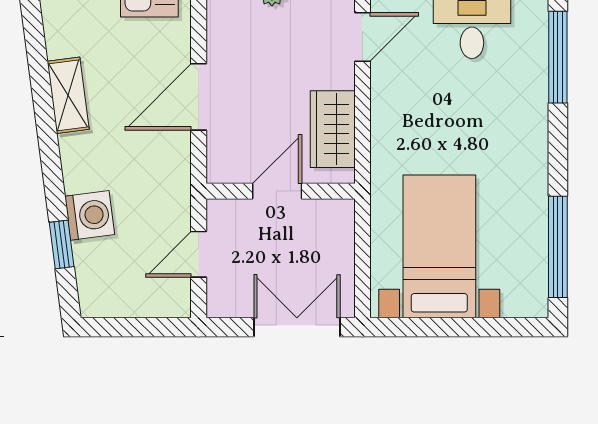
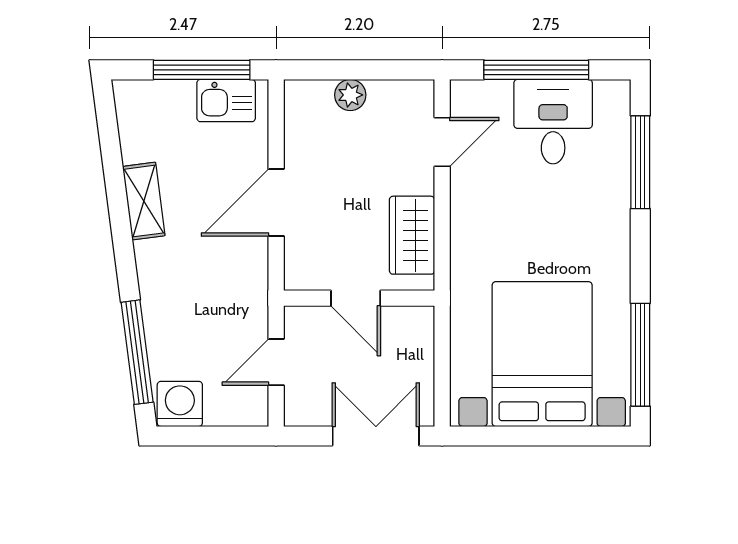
door: (277, 191) -> (356, 298), swing flipped
washing machine: (90, 215) -> (180, 404), moved, turned -83
window: (62, 244) -> (137, 352), width x2.17
bed with nightstands: (439, 246) -> (542, 354), width x1.36

